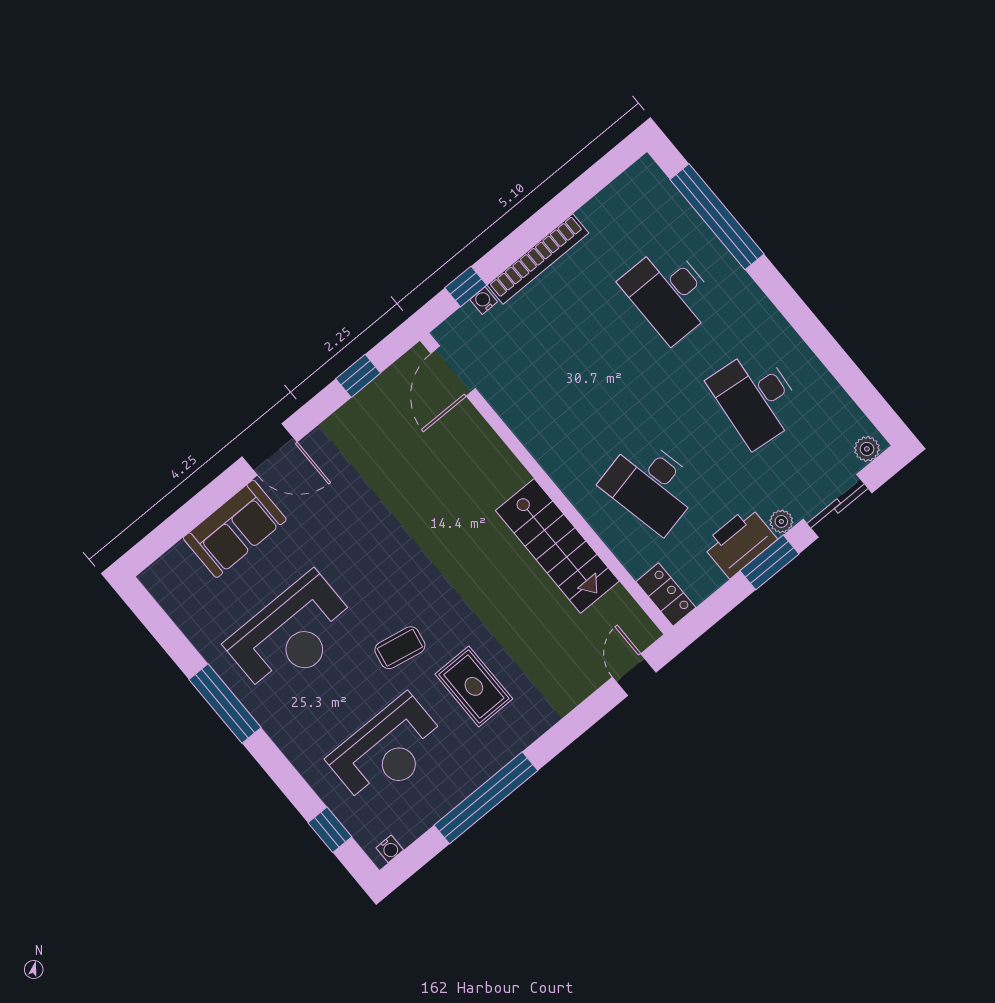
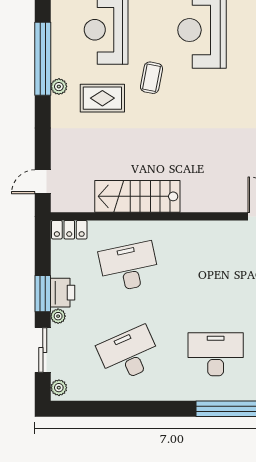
desk: (756, 398) -> (129, 354), turned -30
printer: (740, 542) -> (63, 293), width x0.73, depth x0.84
door: (634, 675) -> (43, 182), swing flipped
plant: (503, 751) -> (59, 87), added

